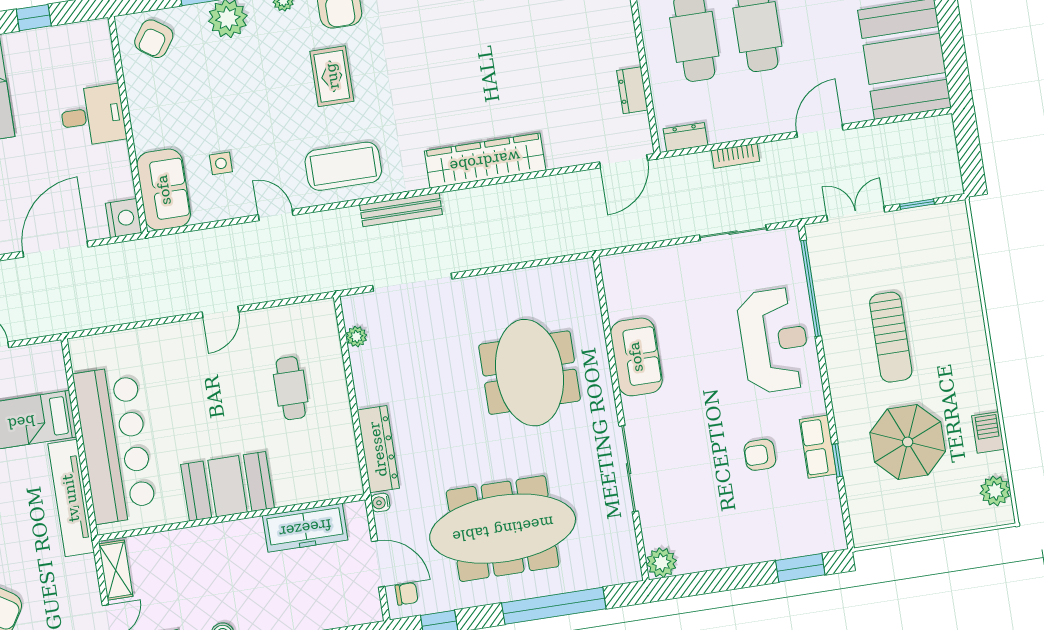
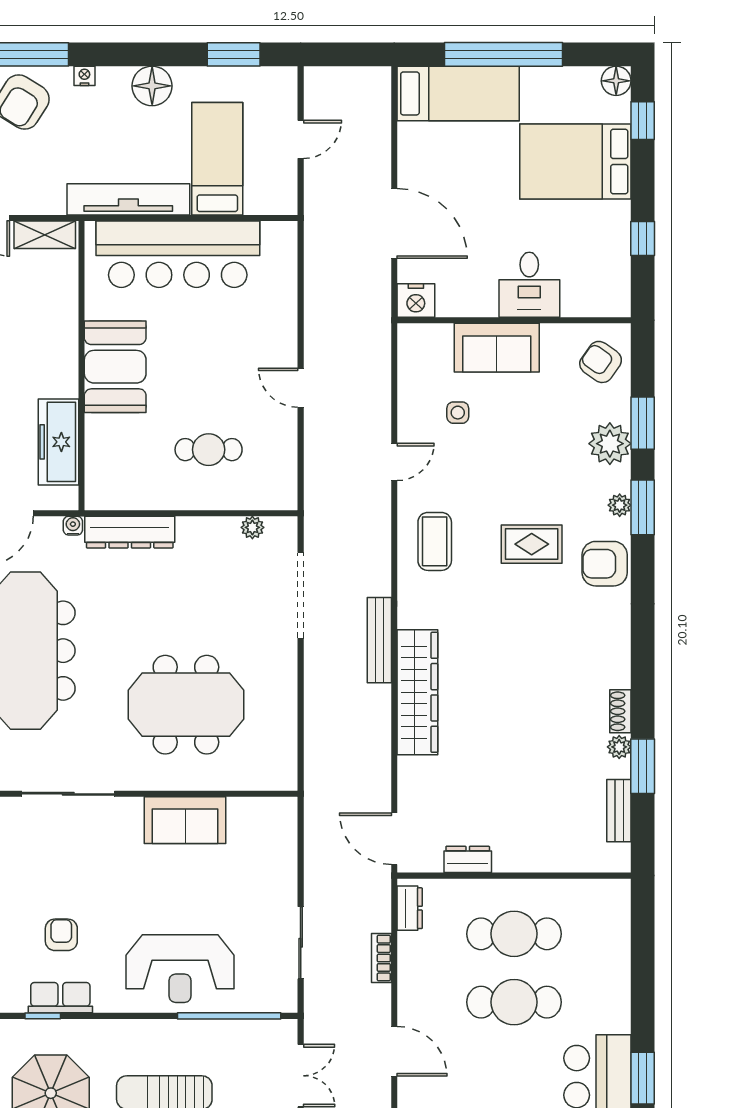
coffee table: (343, 166) -> (435, 541), width x0.73, depth x0.76
sofa: (164, 190) -> (497, 348), moved
bench: (401, 210) -> (379, 640), moved

